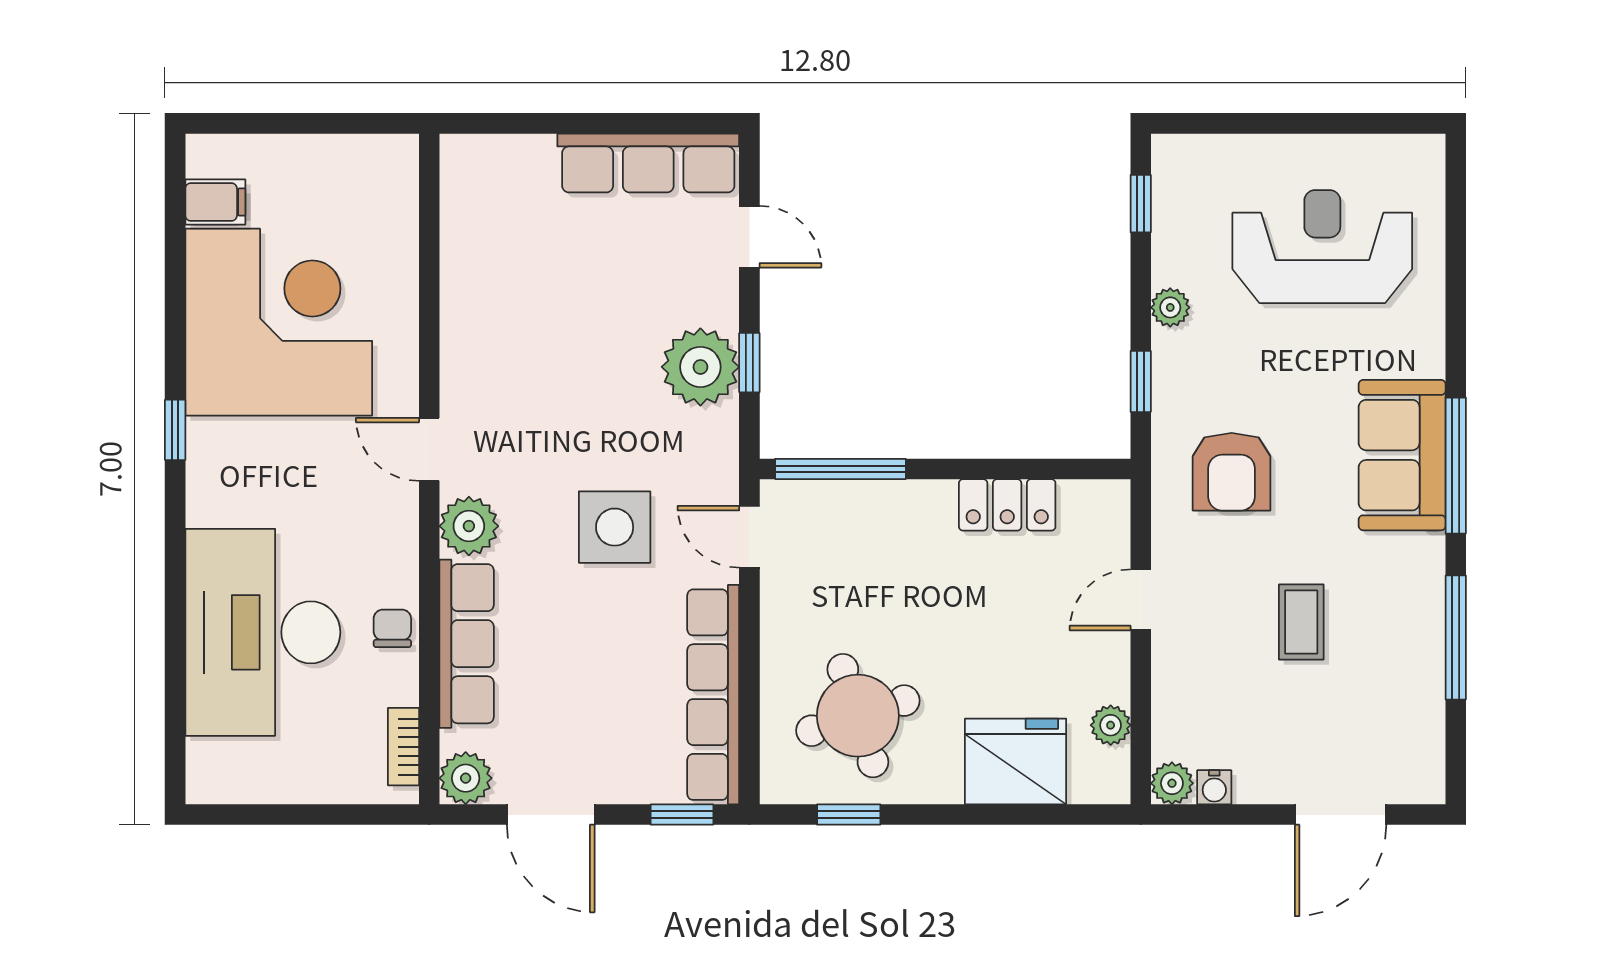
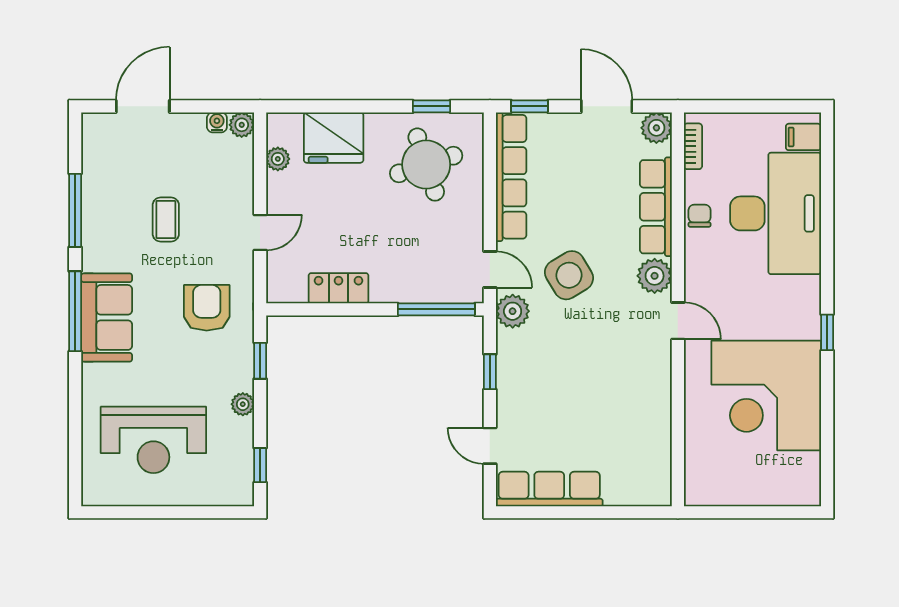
filing cabinet: (215, 202) -> (803, 137), moved
plant: (700, 367) -> (513, 311), moved, width x0.73, depth x0.73
side table: (615, 527) -> (569, 275), turned -31
chair: (392, 628) -> (700, 216), turned 180

